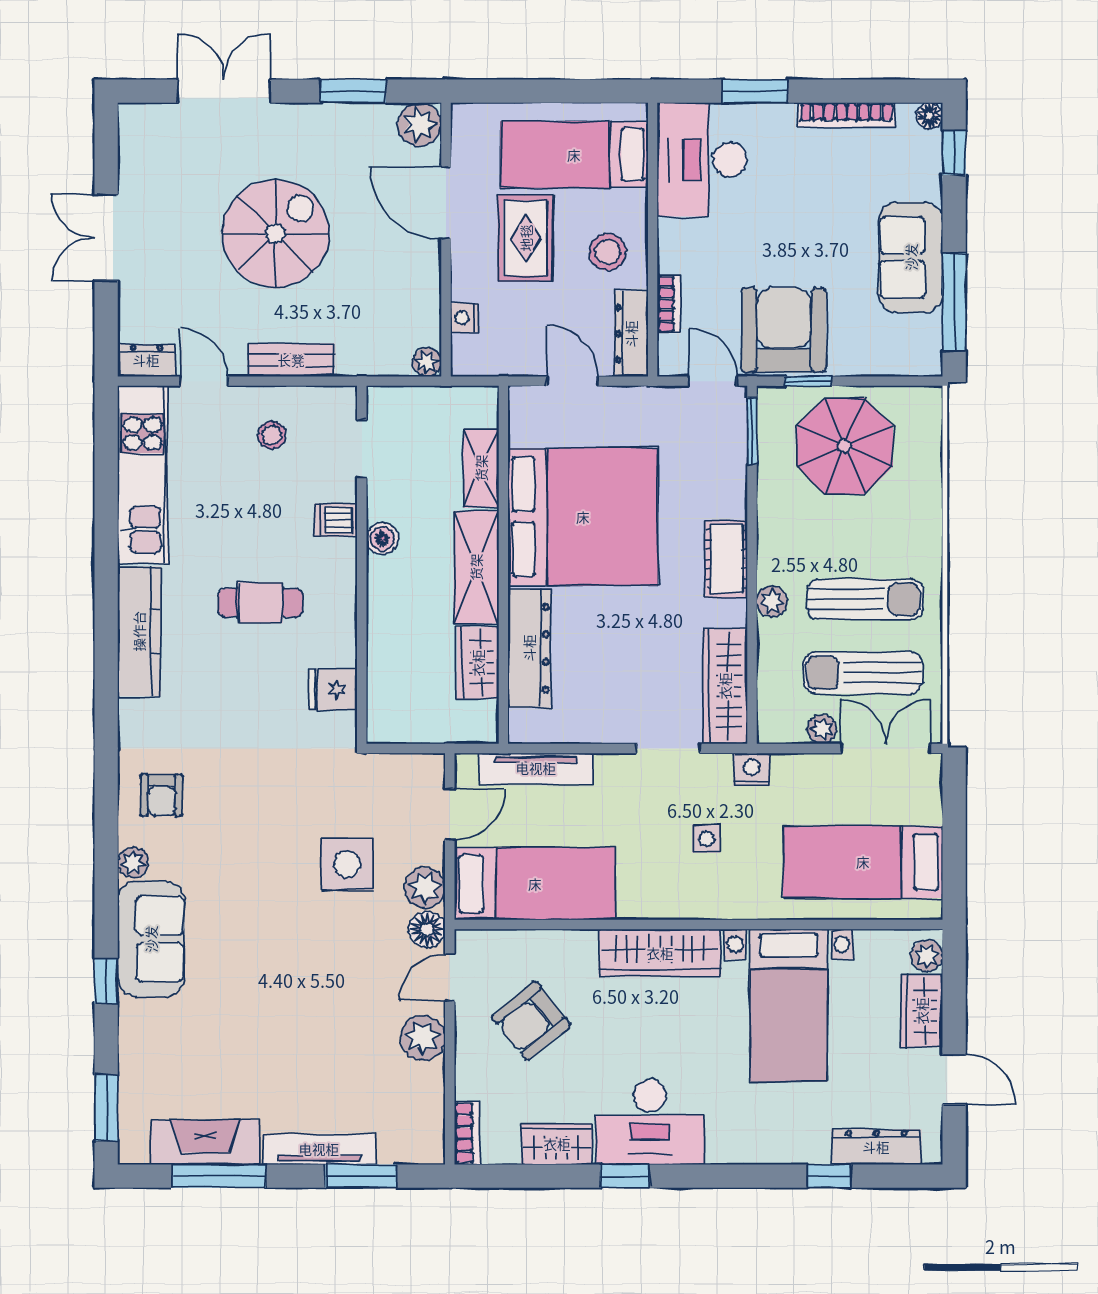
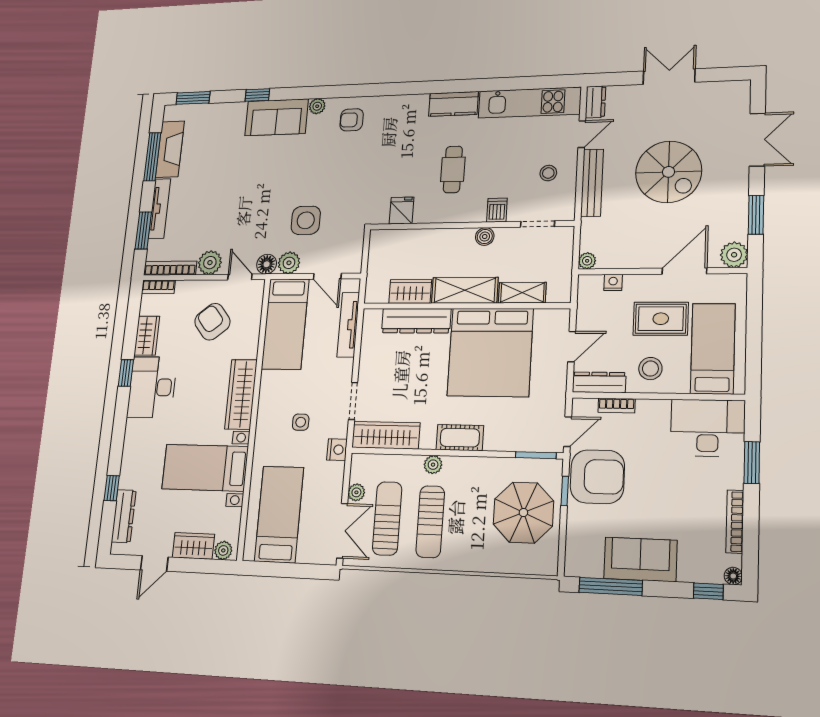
bench: (291, 360) -> (592, 183), width x1.36
kitchen counter: (139, 631) -> (453, 104), width x0.67
bookcase: (432, 1114) -> (170, 268), added

